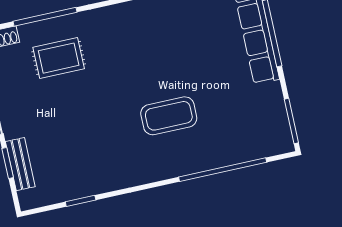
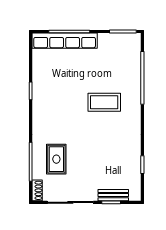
coffee table: (169, 116) -> (104, 102), turned 90

